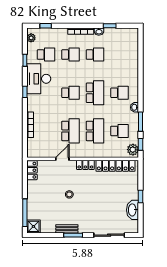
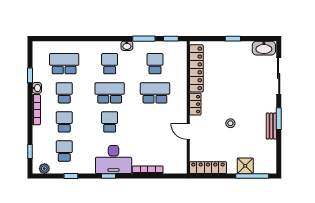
desk: (39, 79) -> (114, 159), moved
school desk: (70, 131) -> (64, 64), moved
plant: (133, 150) -> (177, 48), removed
locker: (32, 170) -> (208, 168), width x1.53
washbasin: (133, 210) -> (264, 48), moved
shower: (33, 226) -> (245, 166), moved

